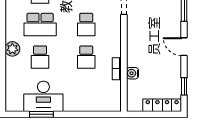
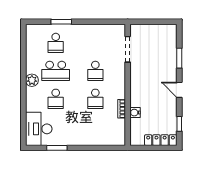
plant: (12, 49) -> (32, 80), moved
desk: (43, 96) -> (39, 129), moved, turned 90

